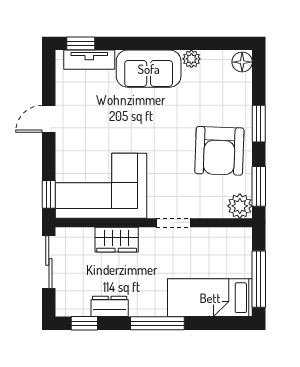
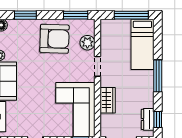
window: (259, 124) -> (25, 15), moved
plant: (240, 206) -> (87, 43), moved
dresser: (110, 306) -> (148, 119), moved

